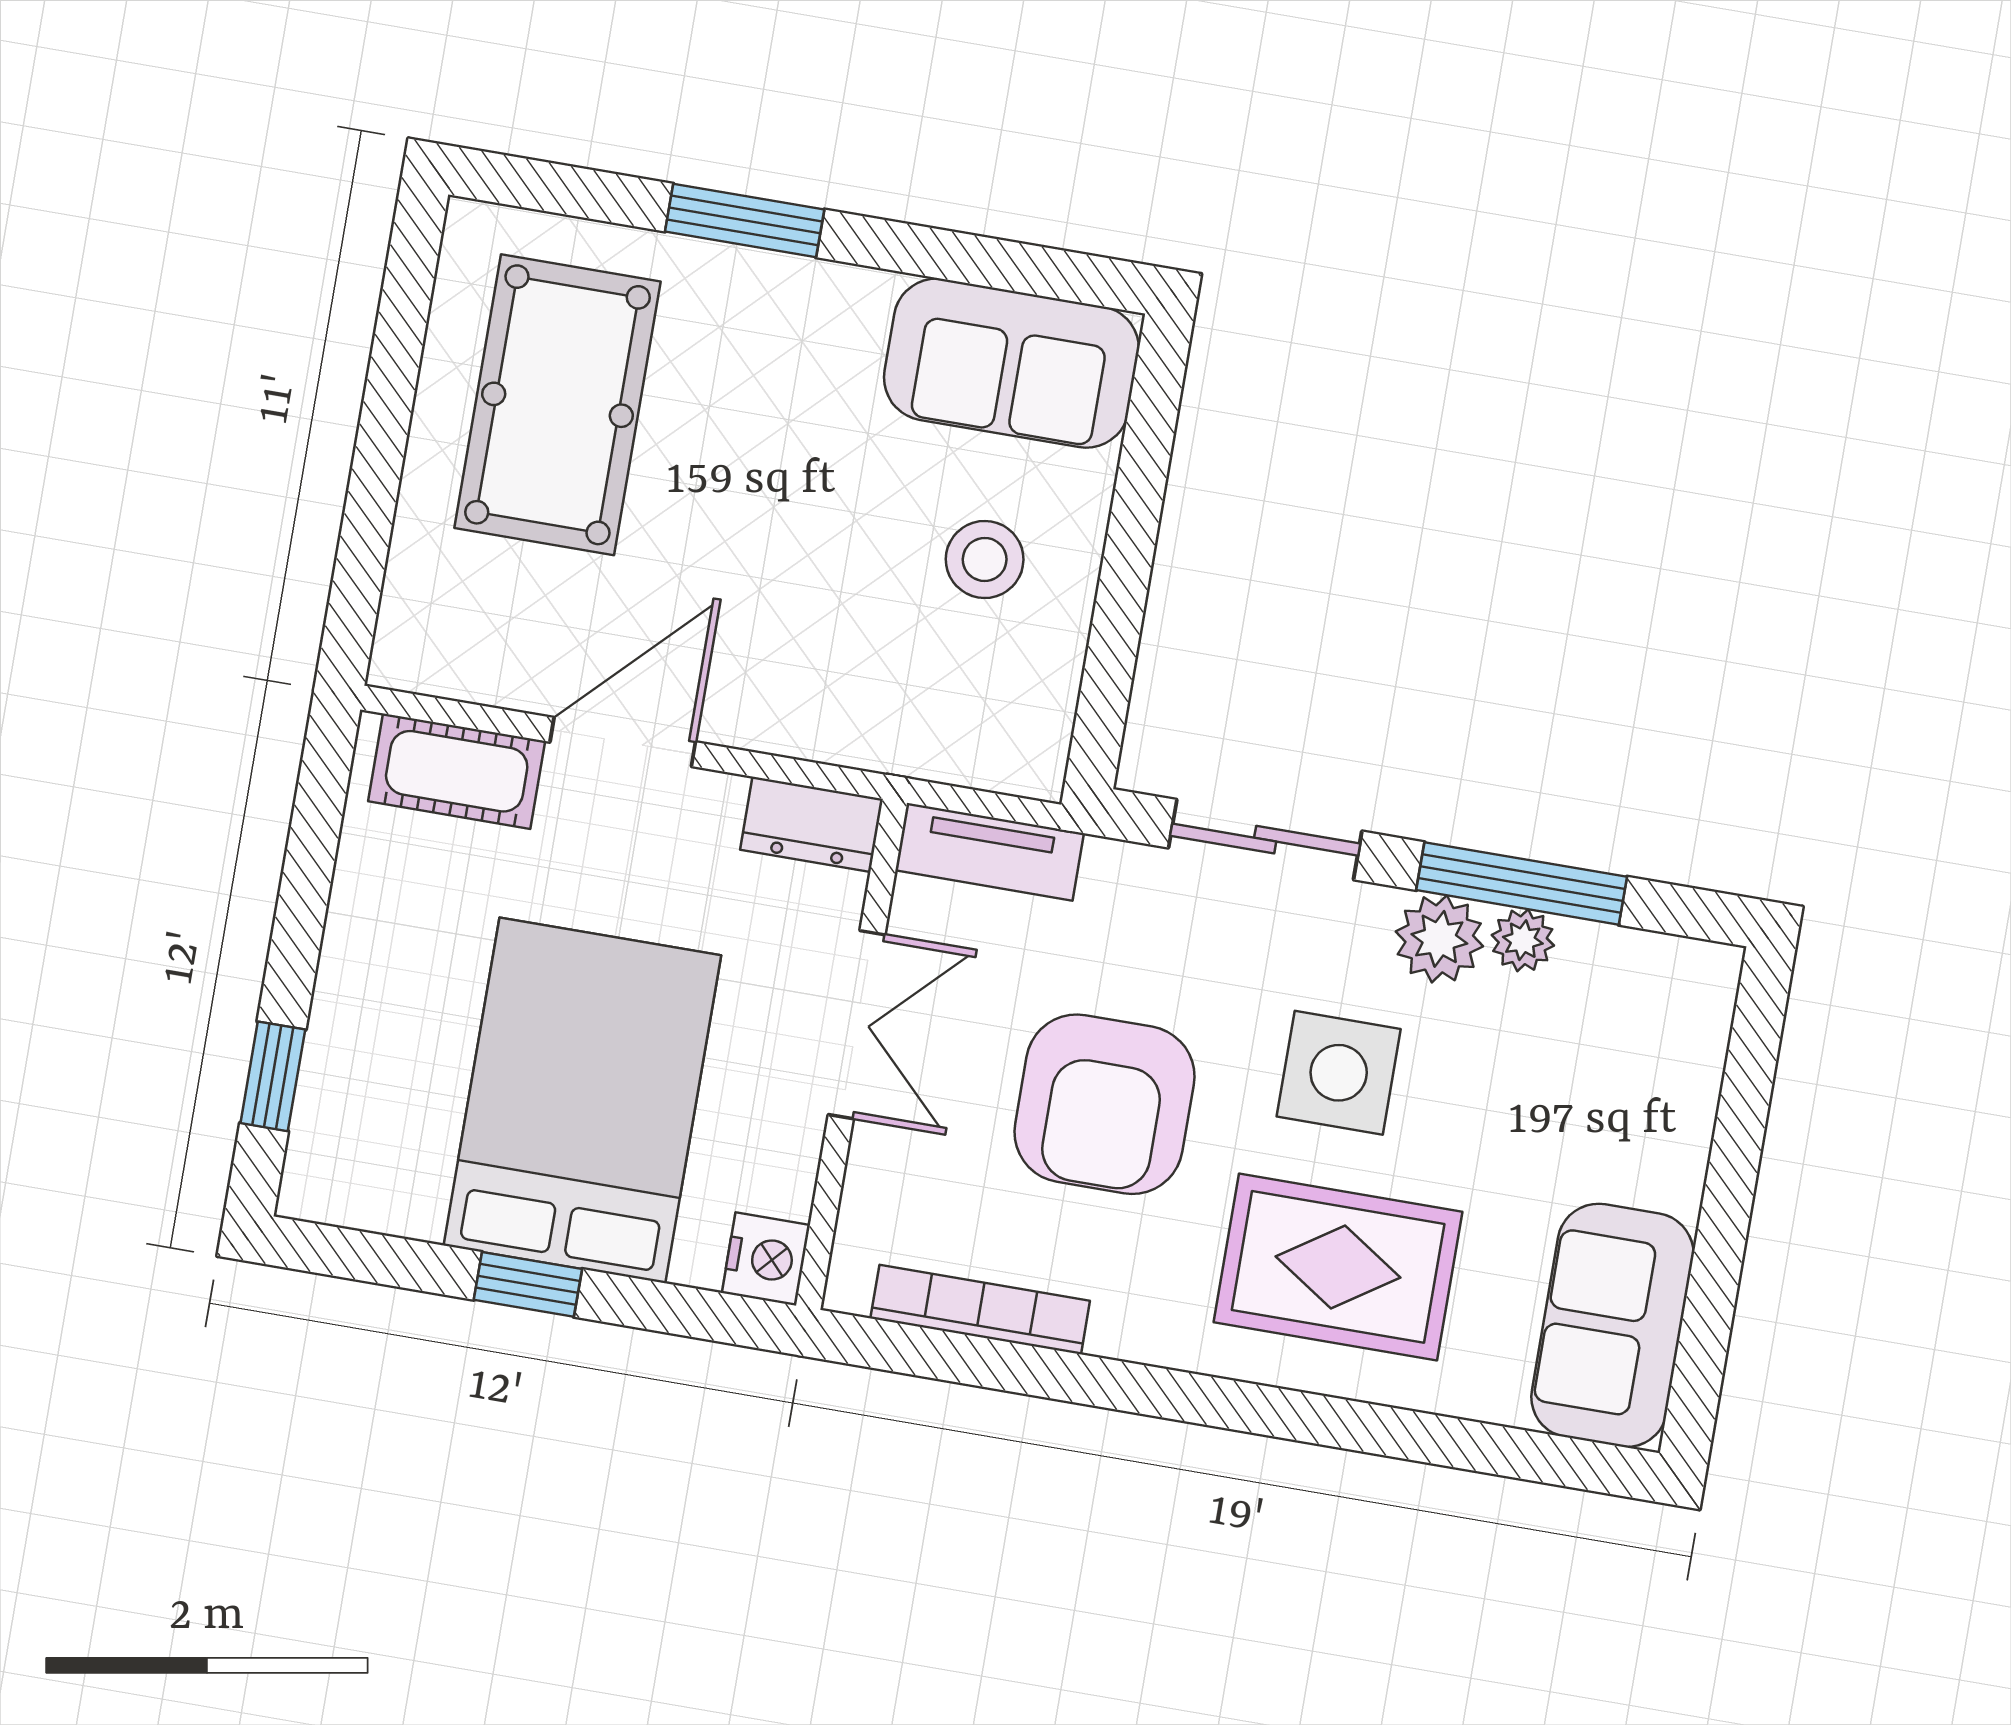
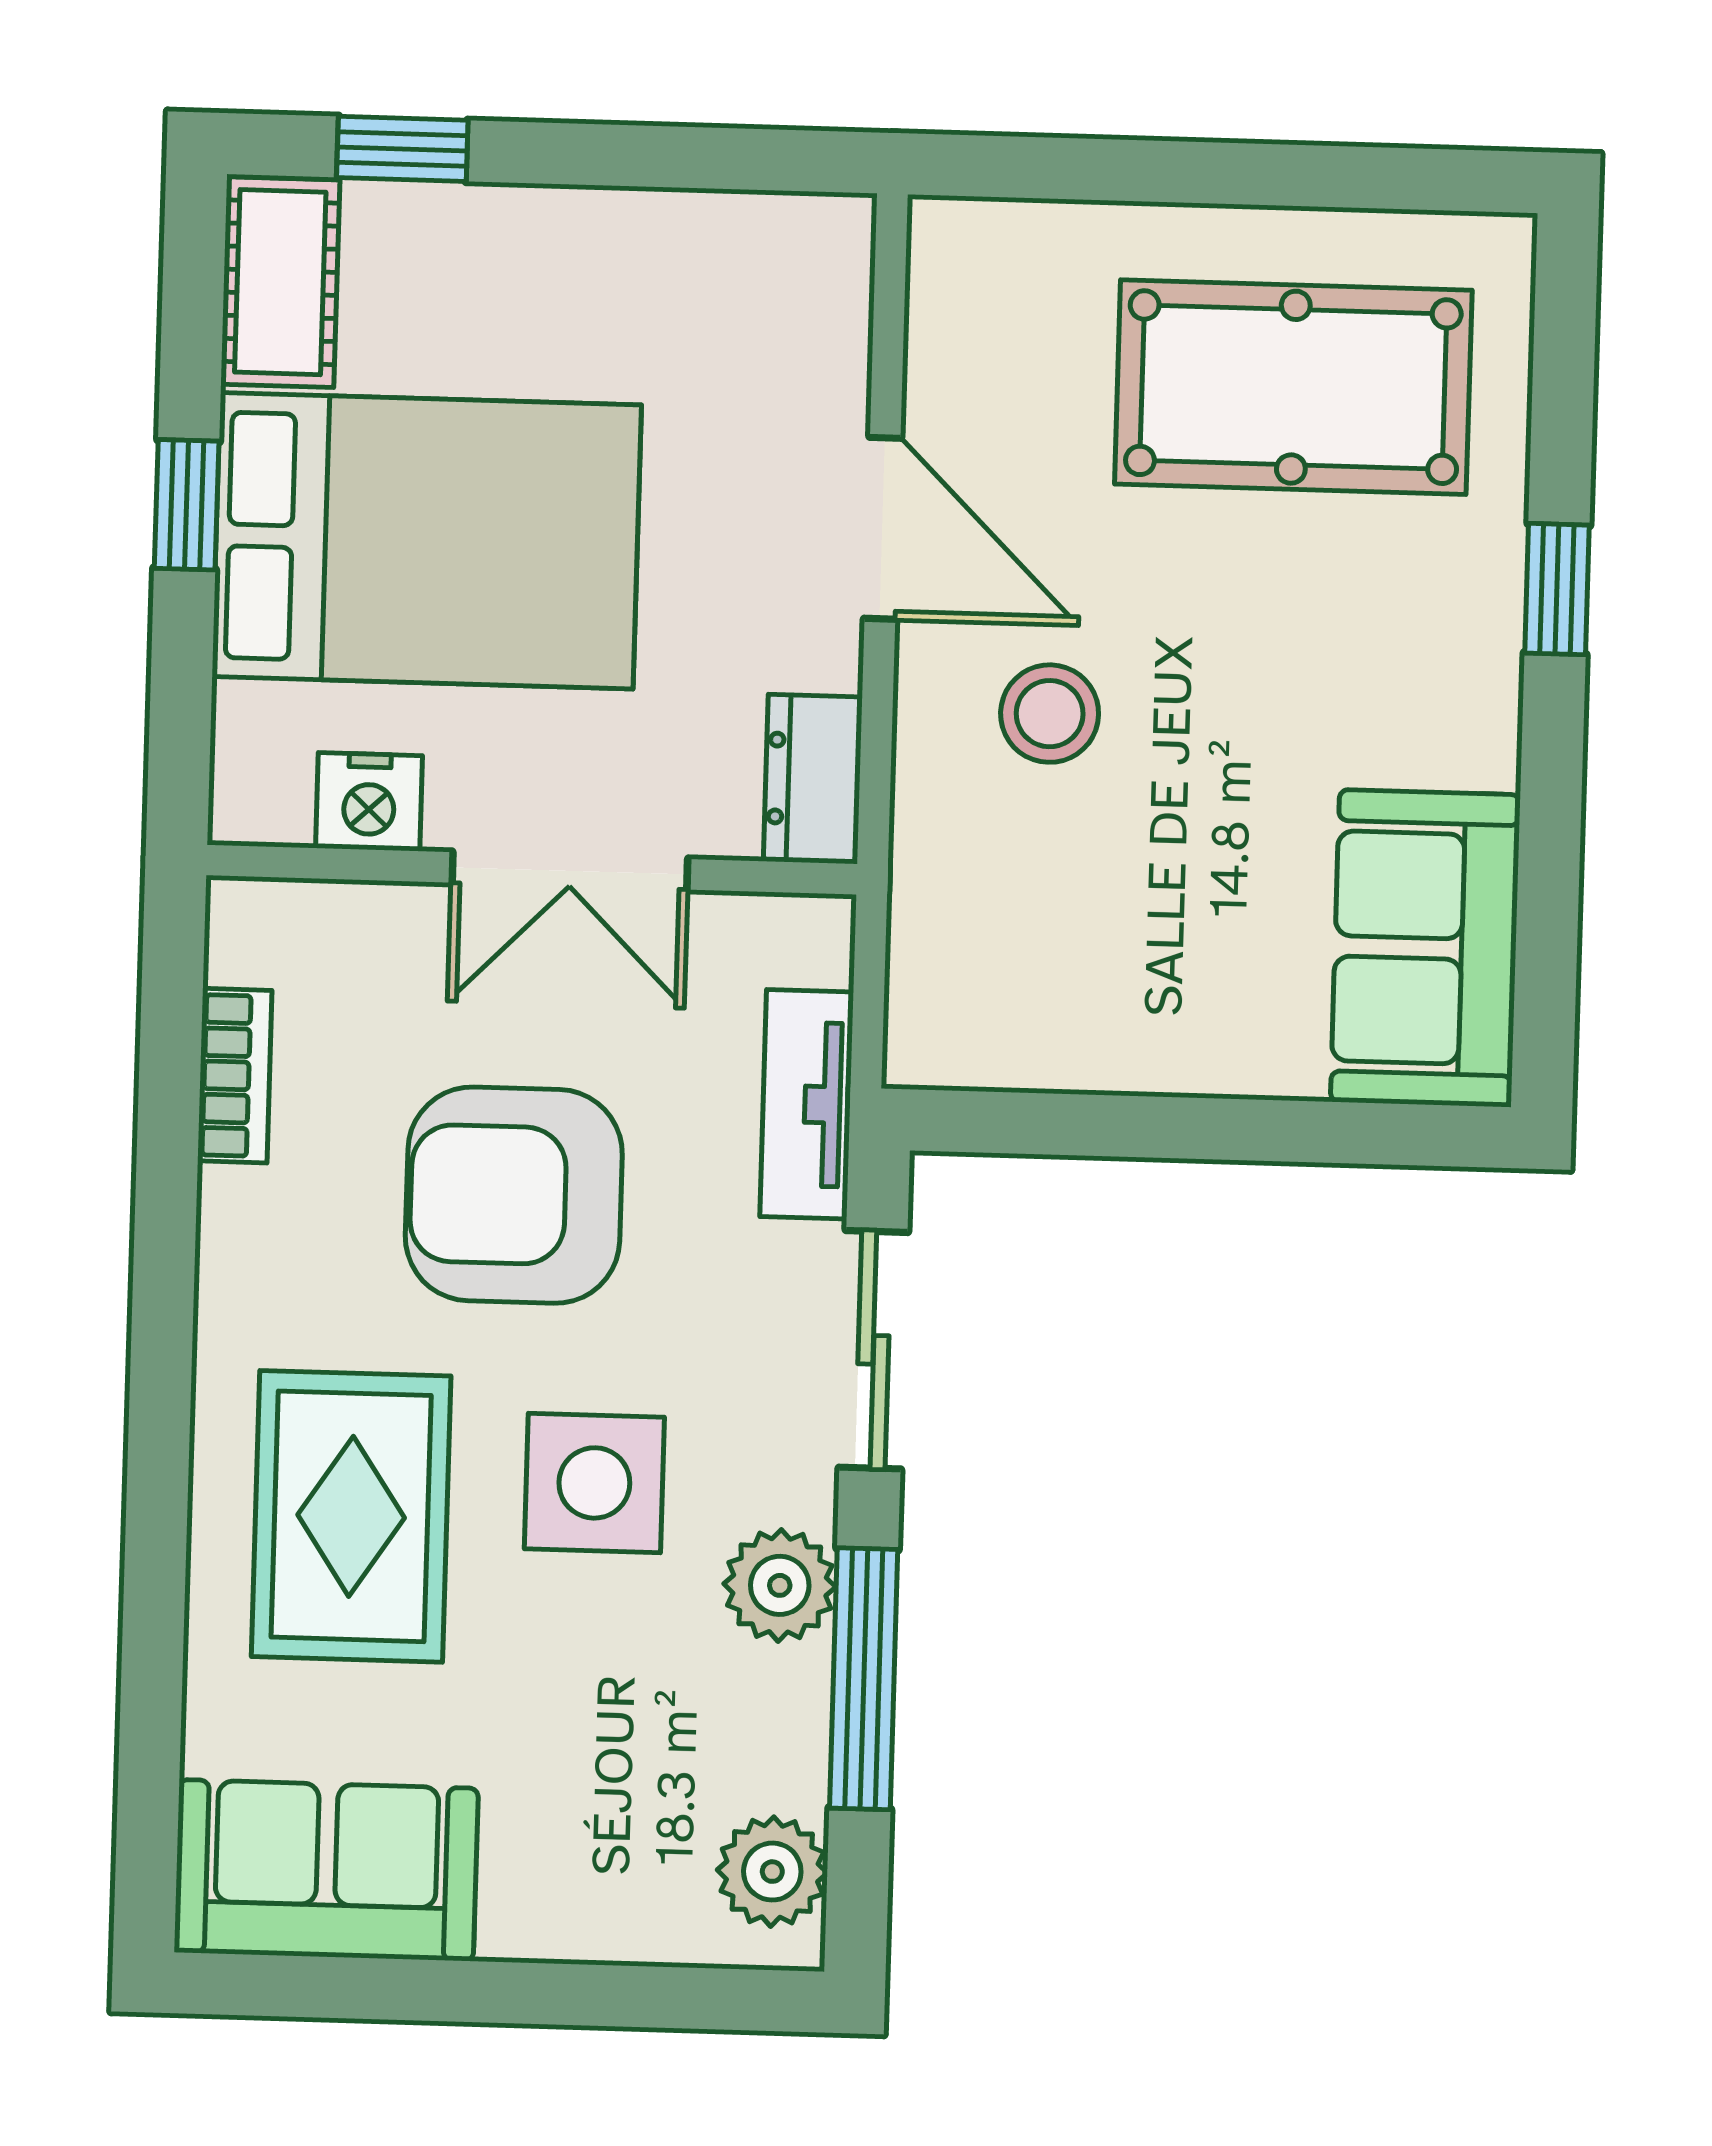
window: (745, 221) -> (1557, 589), width x0.67
stool: (985, 559) -> (1050, 714), moved
cot: (457, 771) -> (280, 282), moved
tv unit: (990, 852) -> (807, 1104), moved
plant: (1523, 940) -> (772, 1872), moved, width x1.38, depth x1.38
nightstand: (766, 1259) -> (369, 802), moved
bookcase: (980, 1310) -> (235, 1076), width x0.64

